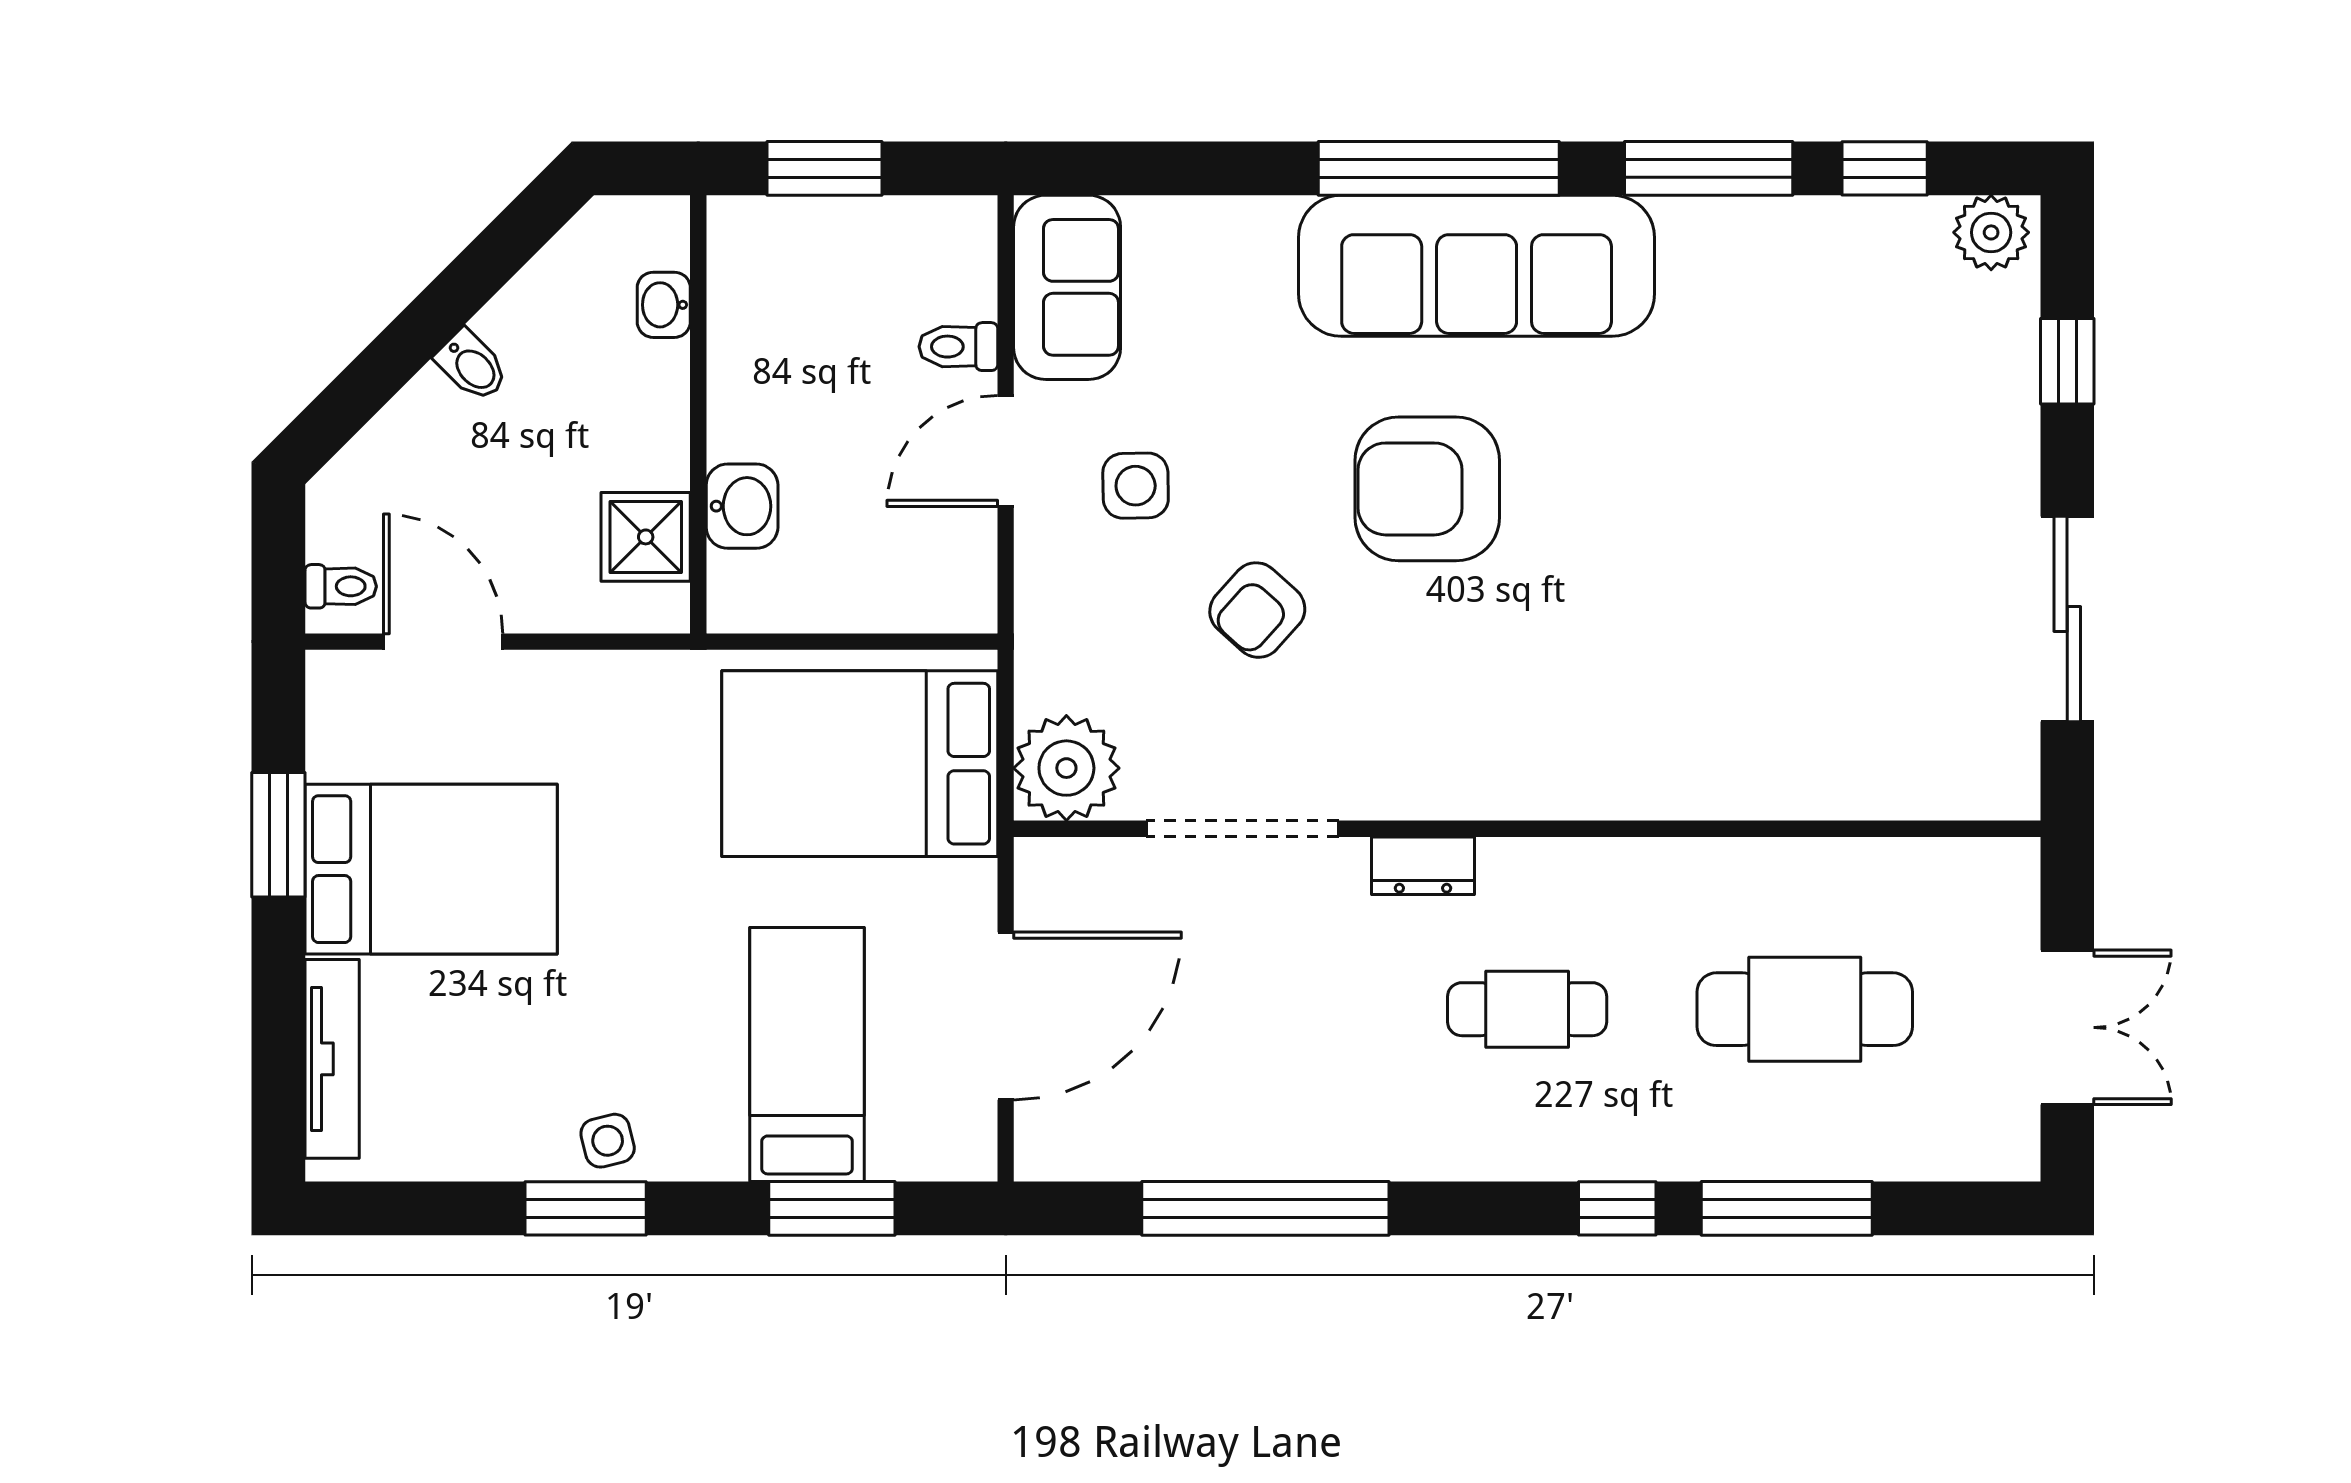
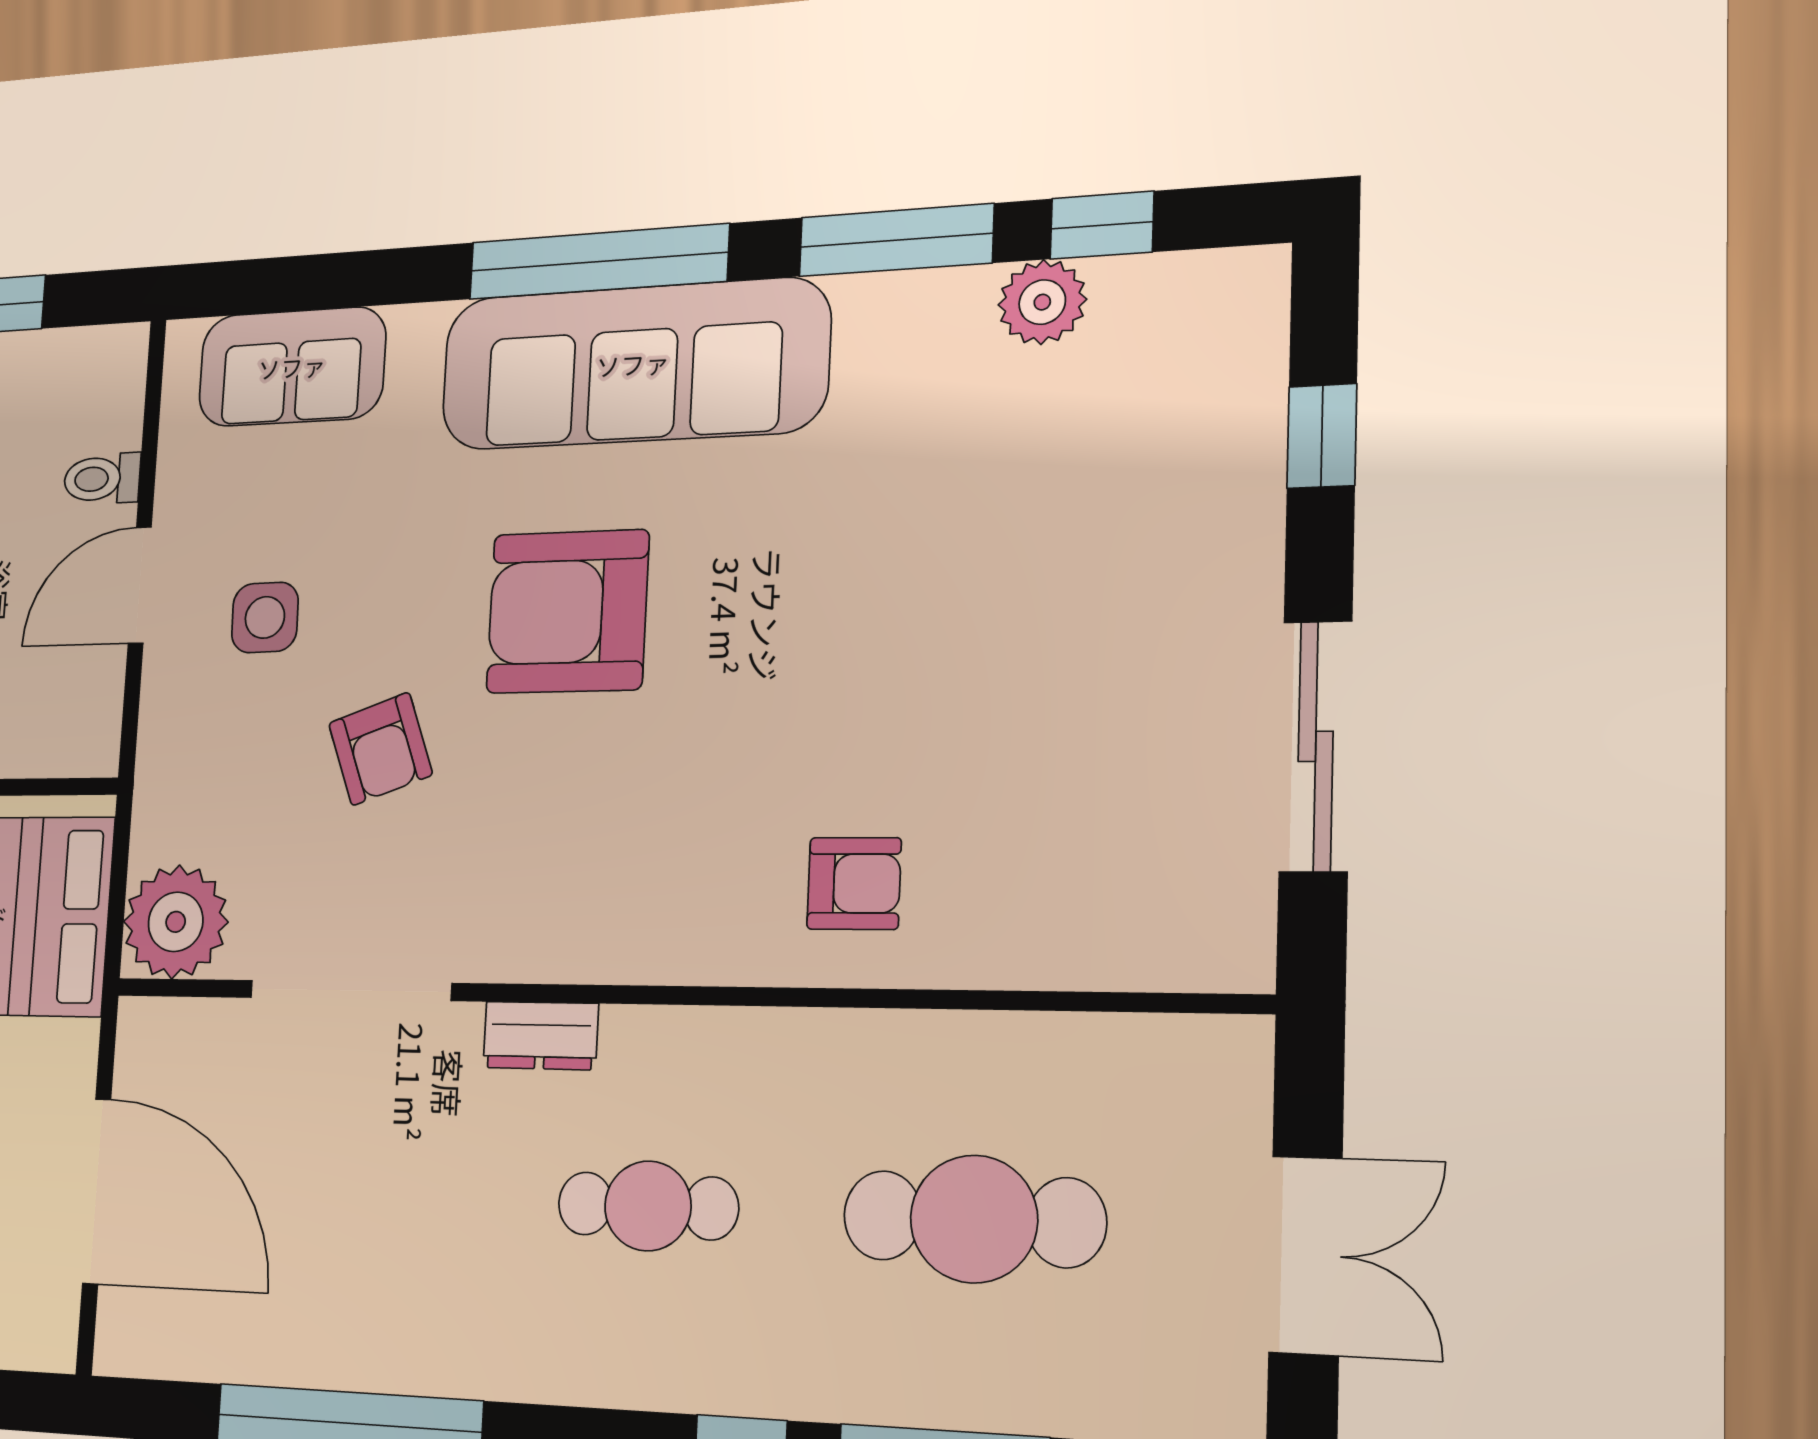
plant: (1991, 232) -> (1042, 302), moved
sofa: (1067, 287) -> (292, 367), moved, turned 90
armchair: (1257, 610) -> (380, 749), turned -62
armchair: (1694, 731) -> (854, 883), added
door: (1006, 1016) -> (97, 1191), hinge flipped

